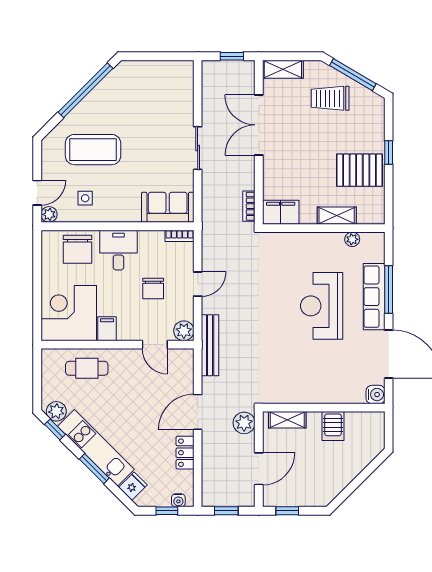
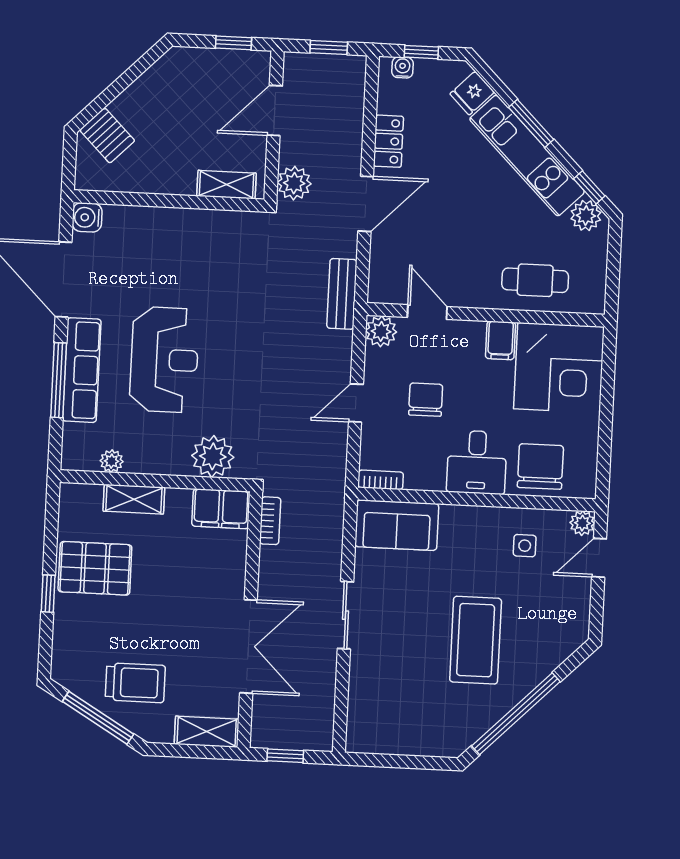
coffee table: (93, 150) -> (476, 640), moved, turned 90
plant: (288, 245) -> (213, 456), added
bench: (210, 345) -> (342, 294), width x0.73
server rack: (333, 426) -> (107, 135), moved, turned 135

